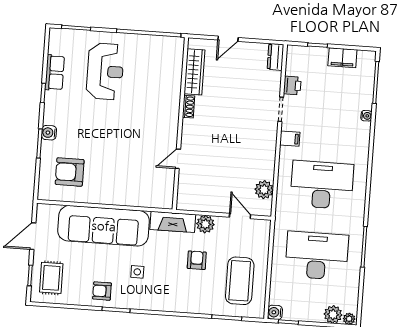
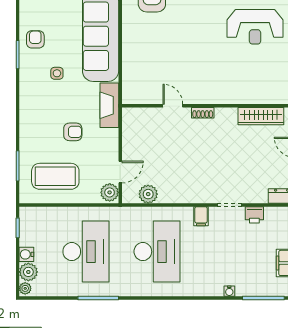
shoe rack: (189, 107) -> (203, 113), moved
plant: (205, 224) -> (110, 192), moved
water cooler: (275, 312) -> (26, 254), moved, turned -90

